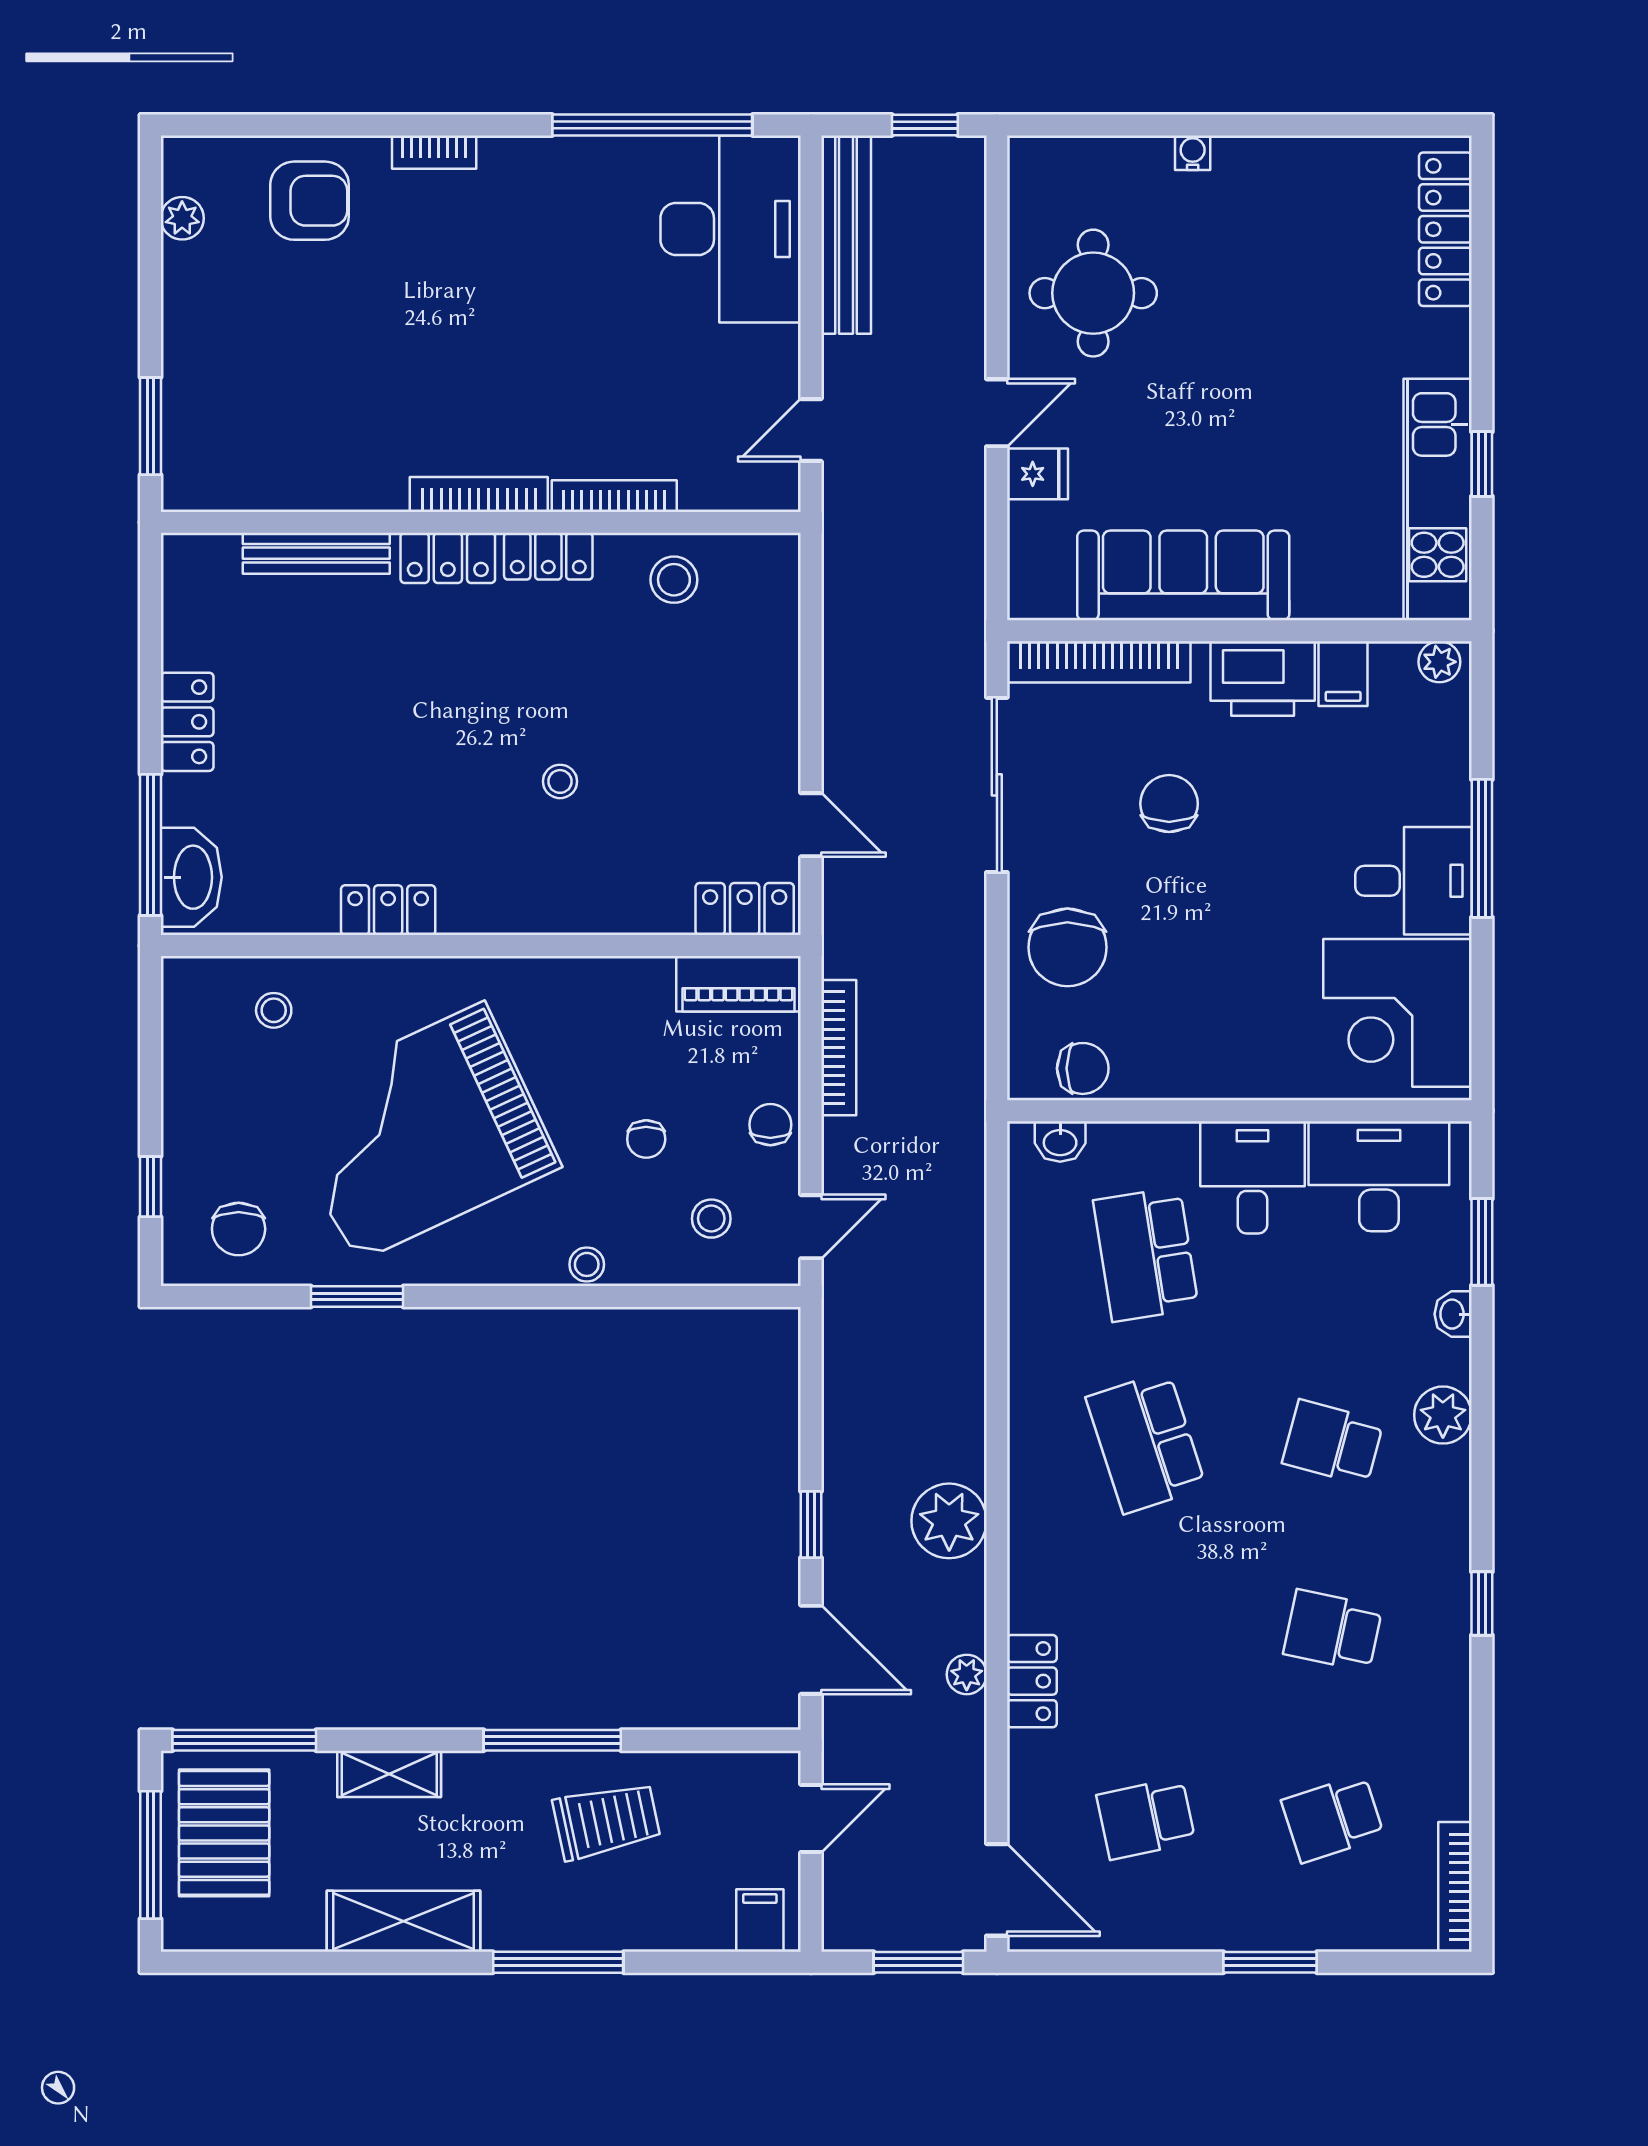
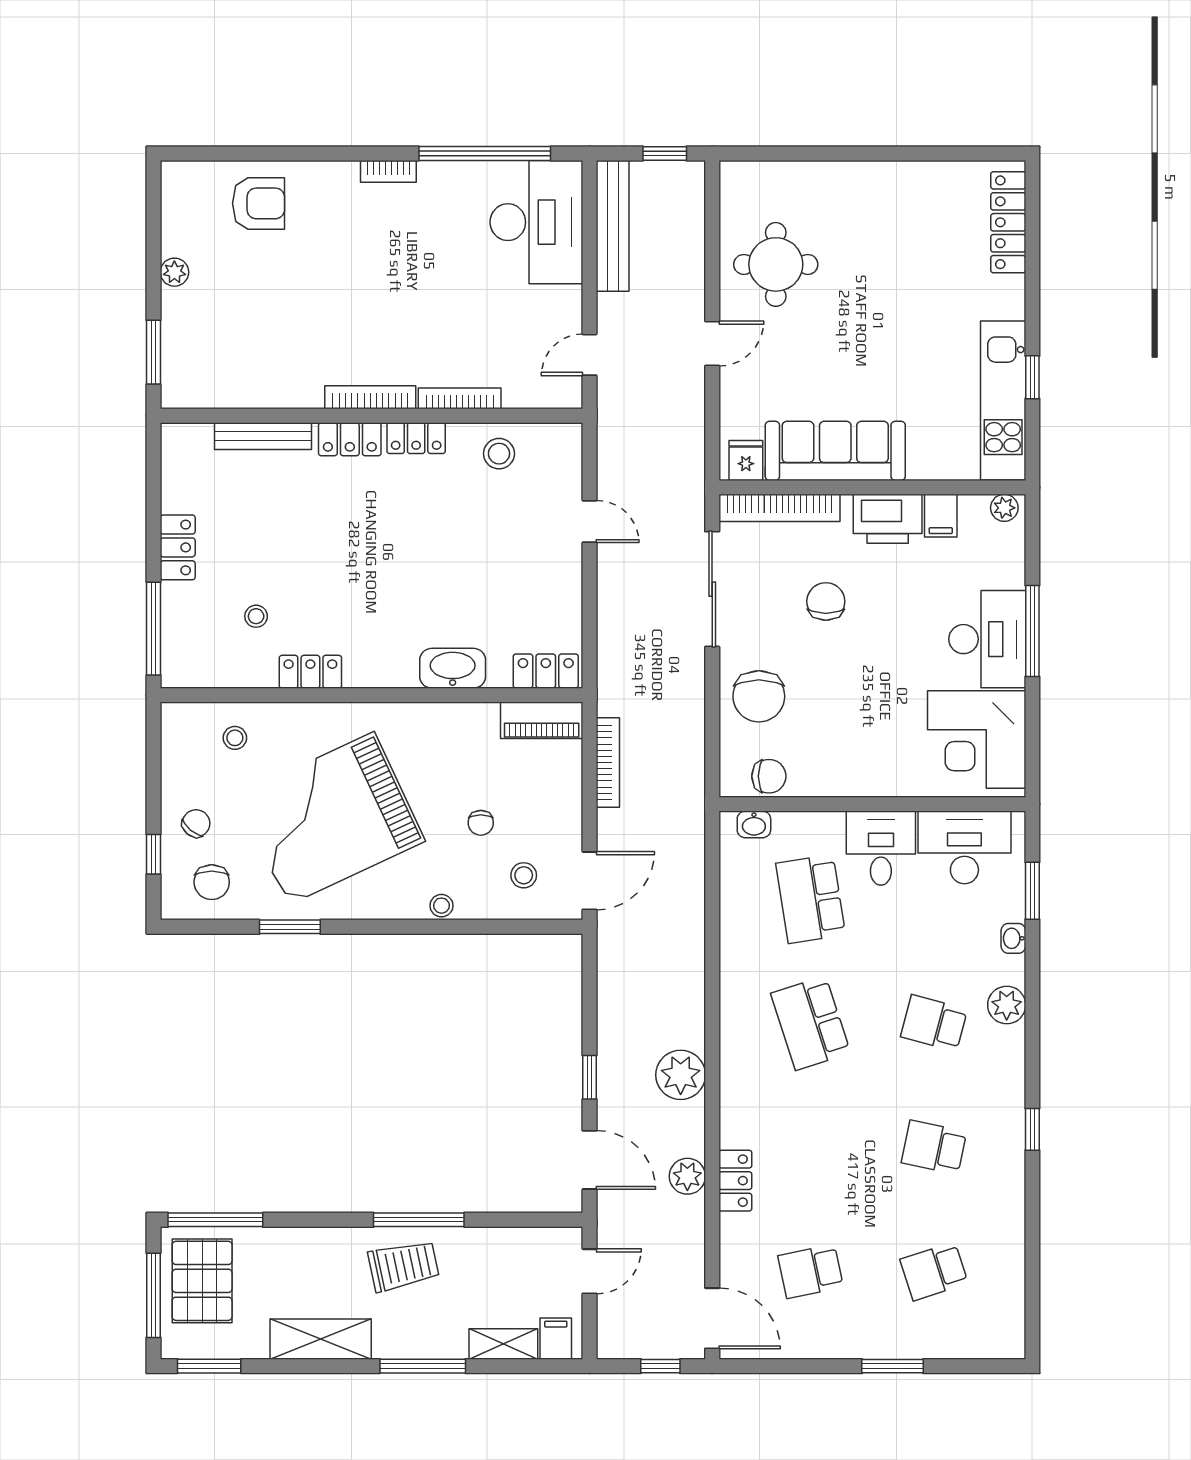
bookcase: (434, 152) -> (388, 171), moved
water cooler: (1193, 153) -> (841, 172), removed
plant: (182, 218) -> (174, 272), moved
fridge: (1037, 474) -> (746, 460), moved, turned -90
stool: (560, 781) -> (256, 616), moved
door: (811, 825) -> (590, 521), moved
washbasin: (191, 877) -> (453, 668), moved, turned -90
desk: (1414, 881) -> (987, 639), width x1.37
chair: (770, 1125) -> (196, 823), moved, turned 40
door: (811, 1227) -> (590, 881), width x1.37
plant: (967, 1674) -> (687, 1176), width x1.38, depth x1.38
shelving: (389, 1774) -> (503, 1344), moved
trolley: (607, 1821) -> (404, 1266), moved
bookcase: (1455, 1887) -> (1015, 1316), removed
window: (235, 1962) -> (209, 1366), added
window: (918, 1962) -> (660, 1366), width x0.67

